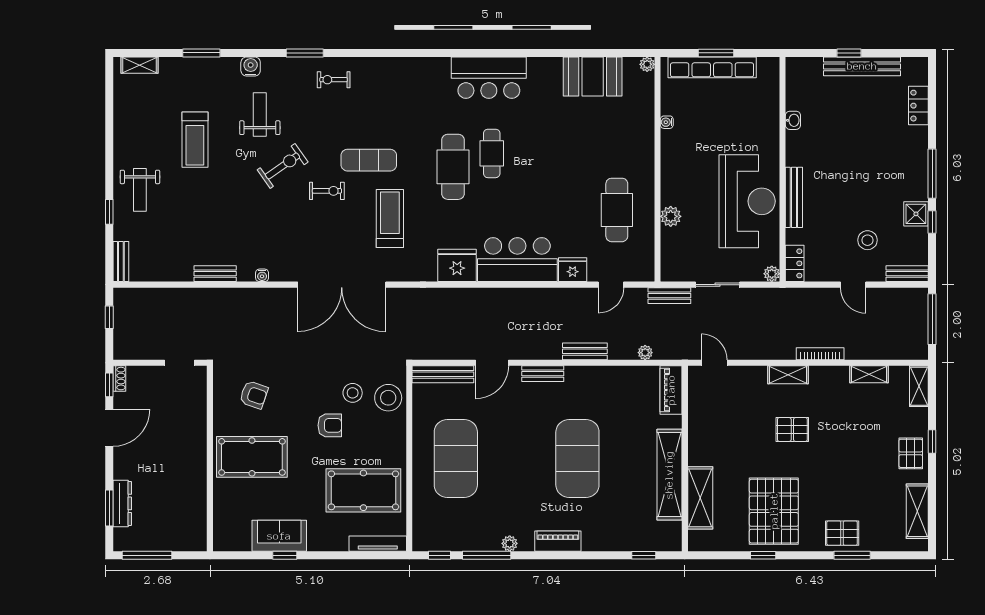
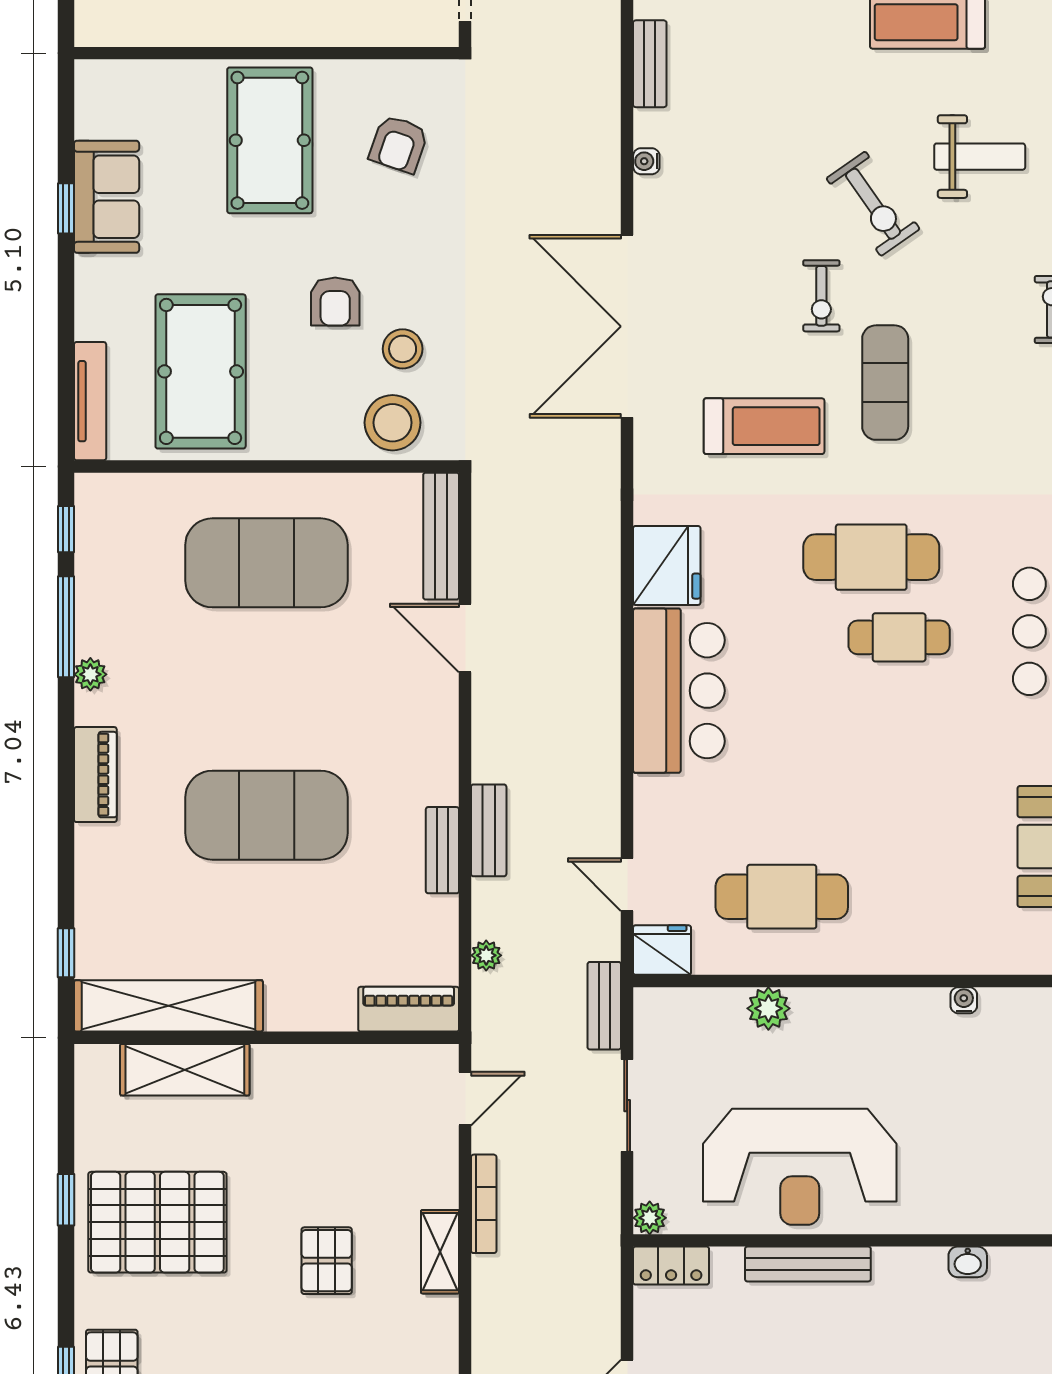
fridge: (573, 270) -> (662, 950), moved, turned -90
bookcase: (820, 354) -> (484, 1204), moved
bench: (543, 374) -> (442, 850), moved
shelving: (669, 475) -> (168, 1006), moved

